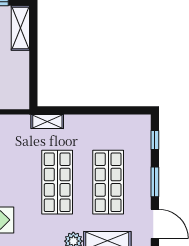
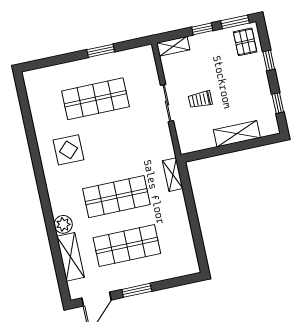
shelving: (20, 28) -> (237, 134), moved
window: (155, 140) -> (177, 282), removed

